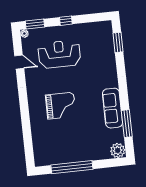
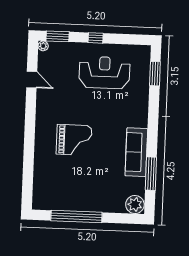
reception desk: (59, 54) -> (104, 73), moved

